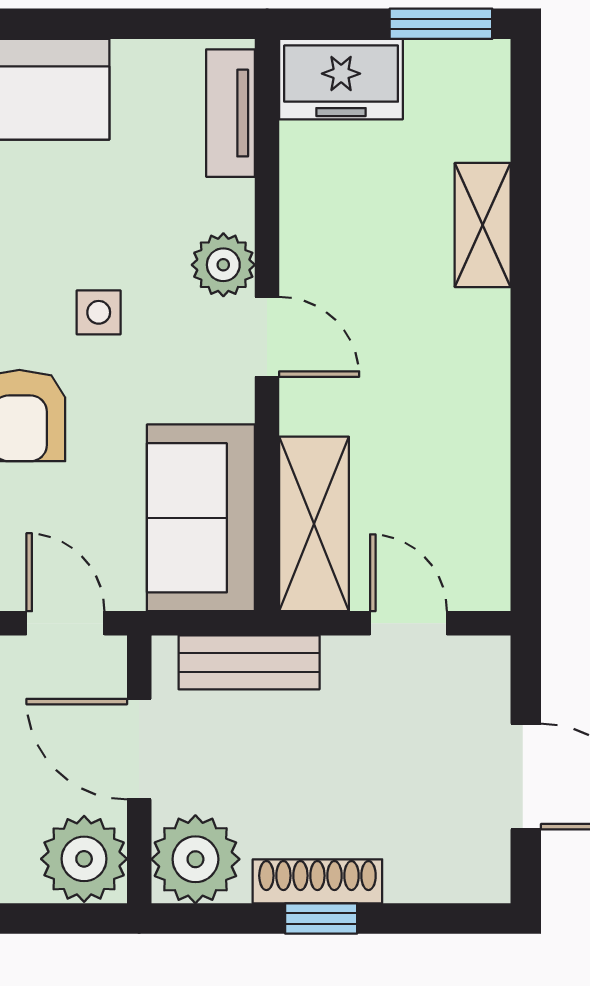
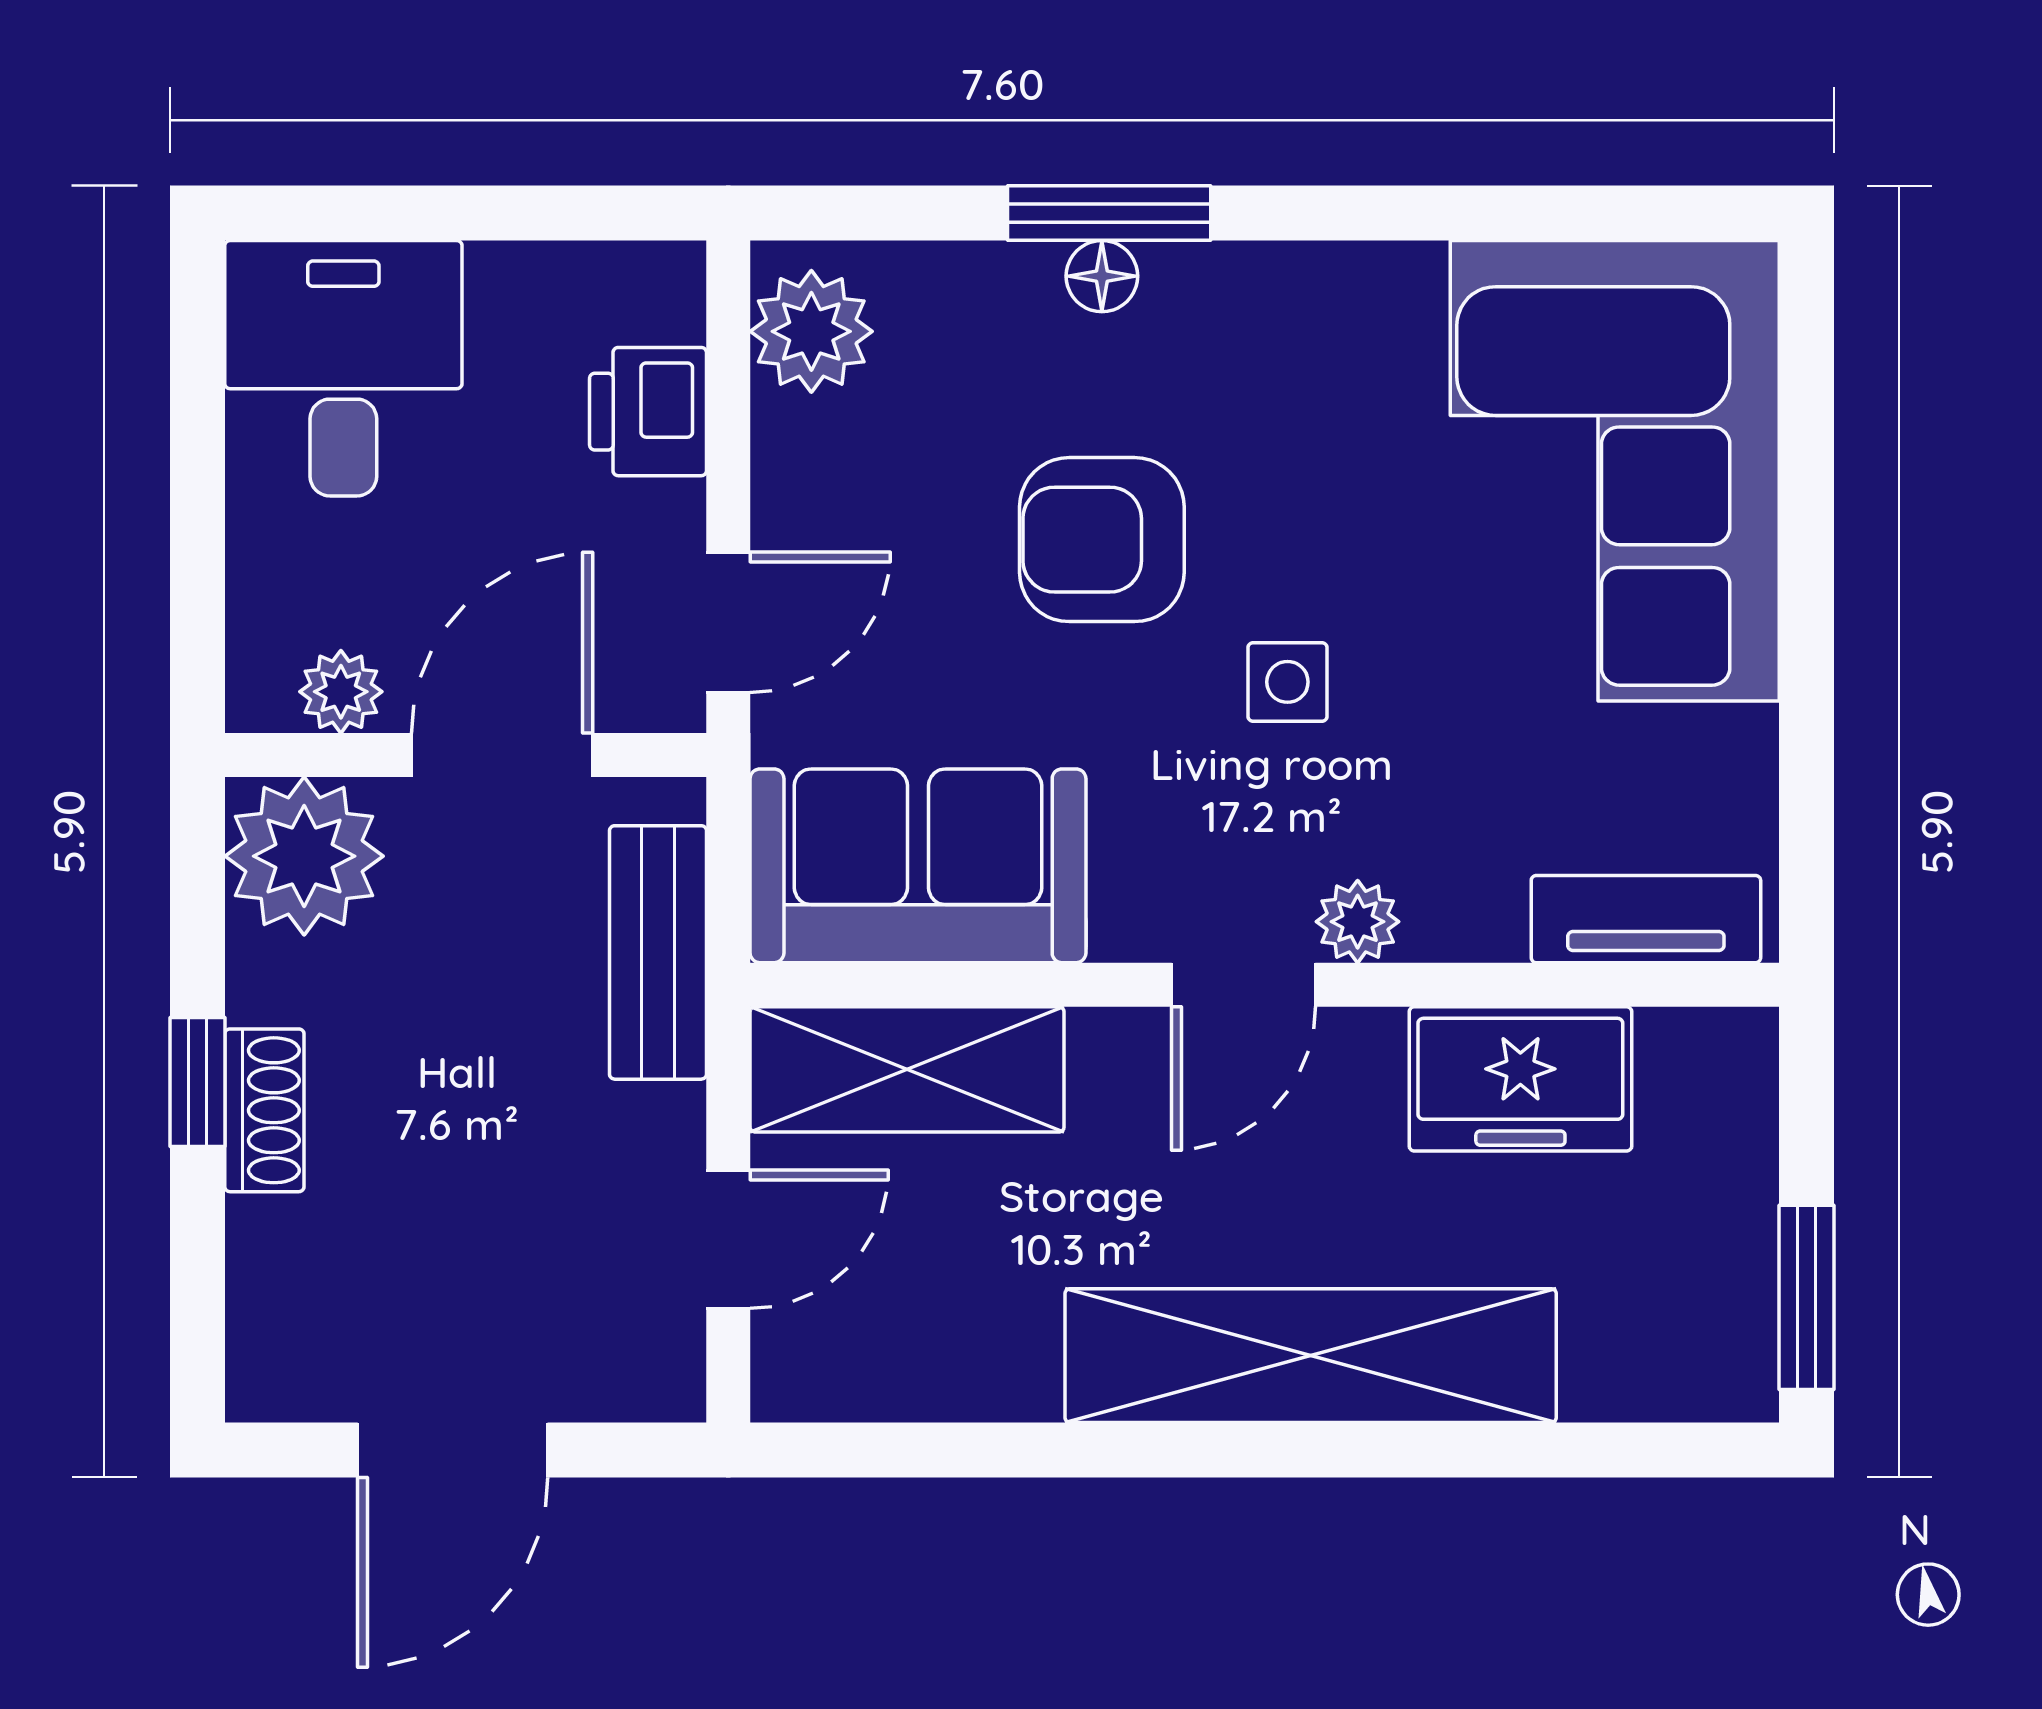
freezer: (341, 79) -> (1520, 1079), moved, turned -90
shelving: (483, 225) -> (1311, 1356), width x2.20, depth x1.33
plant: (223, 265) -> (1358, 922), width x0.73, depth x0.73
plant: (84, 859) -> (341, 692), width x0.53, depth x0.53
shoe rack: (317, 881) -> (264, 1110), width x0.70

